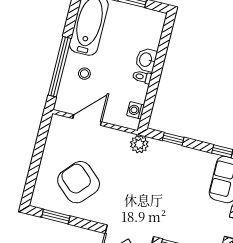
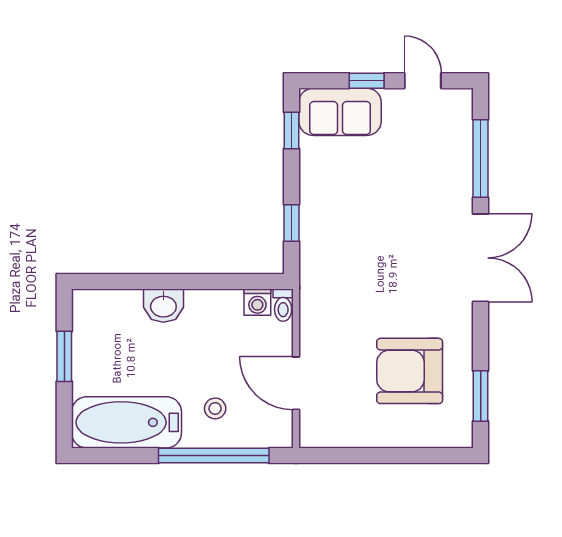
toilet: (142, 77) -> (283, 305), moved
plant: (139, 144) -> (316, 280), removed
armchair: (79, 182) -> (410, 371), turned 48

